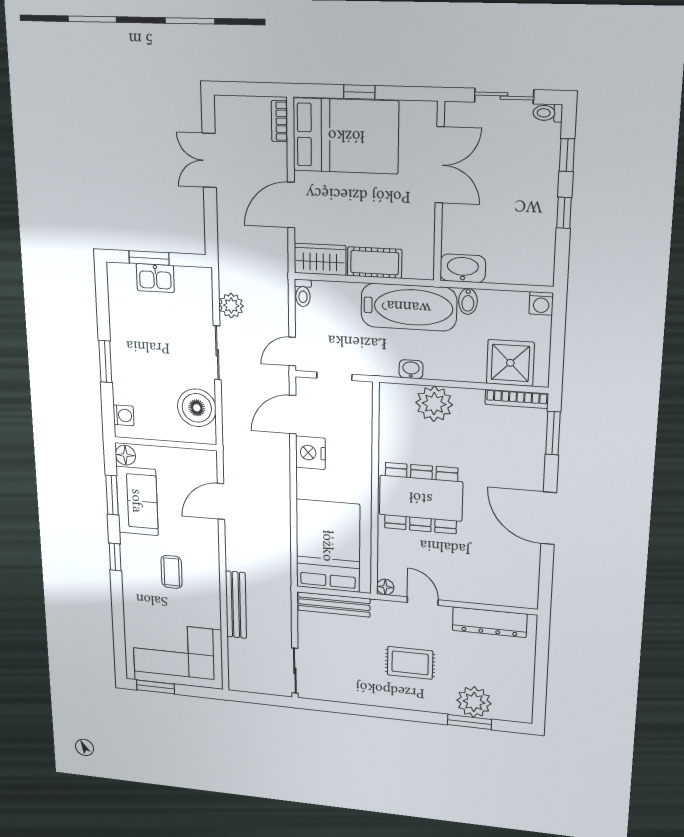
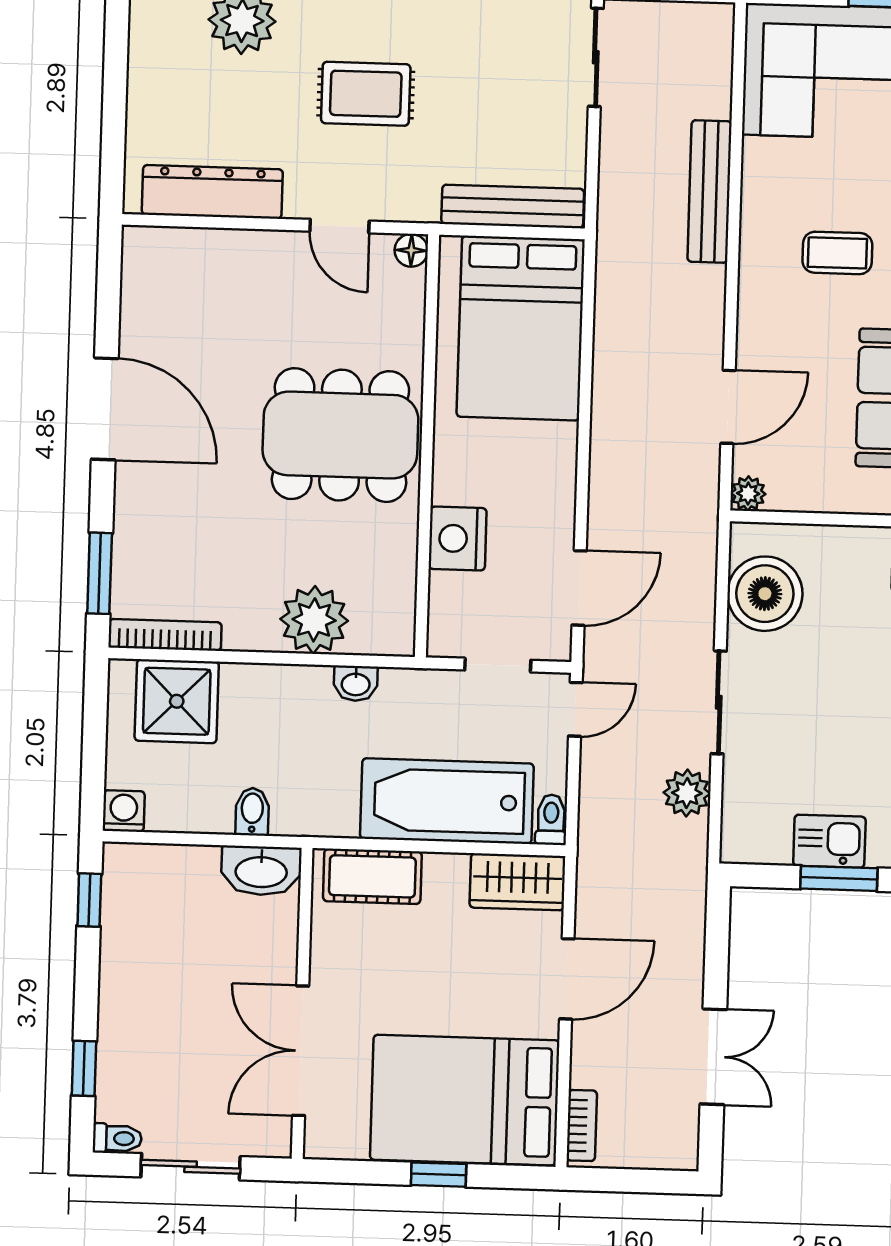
window: (564, 213) -> (89, 900), moved
cot: (375, 263) -> (372, 876), moved
bathtub: (409, 307) -> (447, 801), moved
nightstand: (310, 453) -> (458, 539), moved, turned 180
plant: (208, 458) -> (748, 493), added
coffee table: (172, 572) -> (837, 253), turned 90

